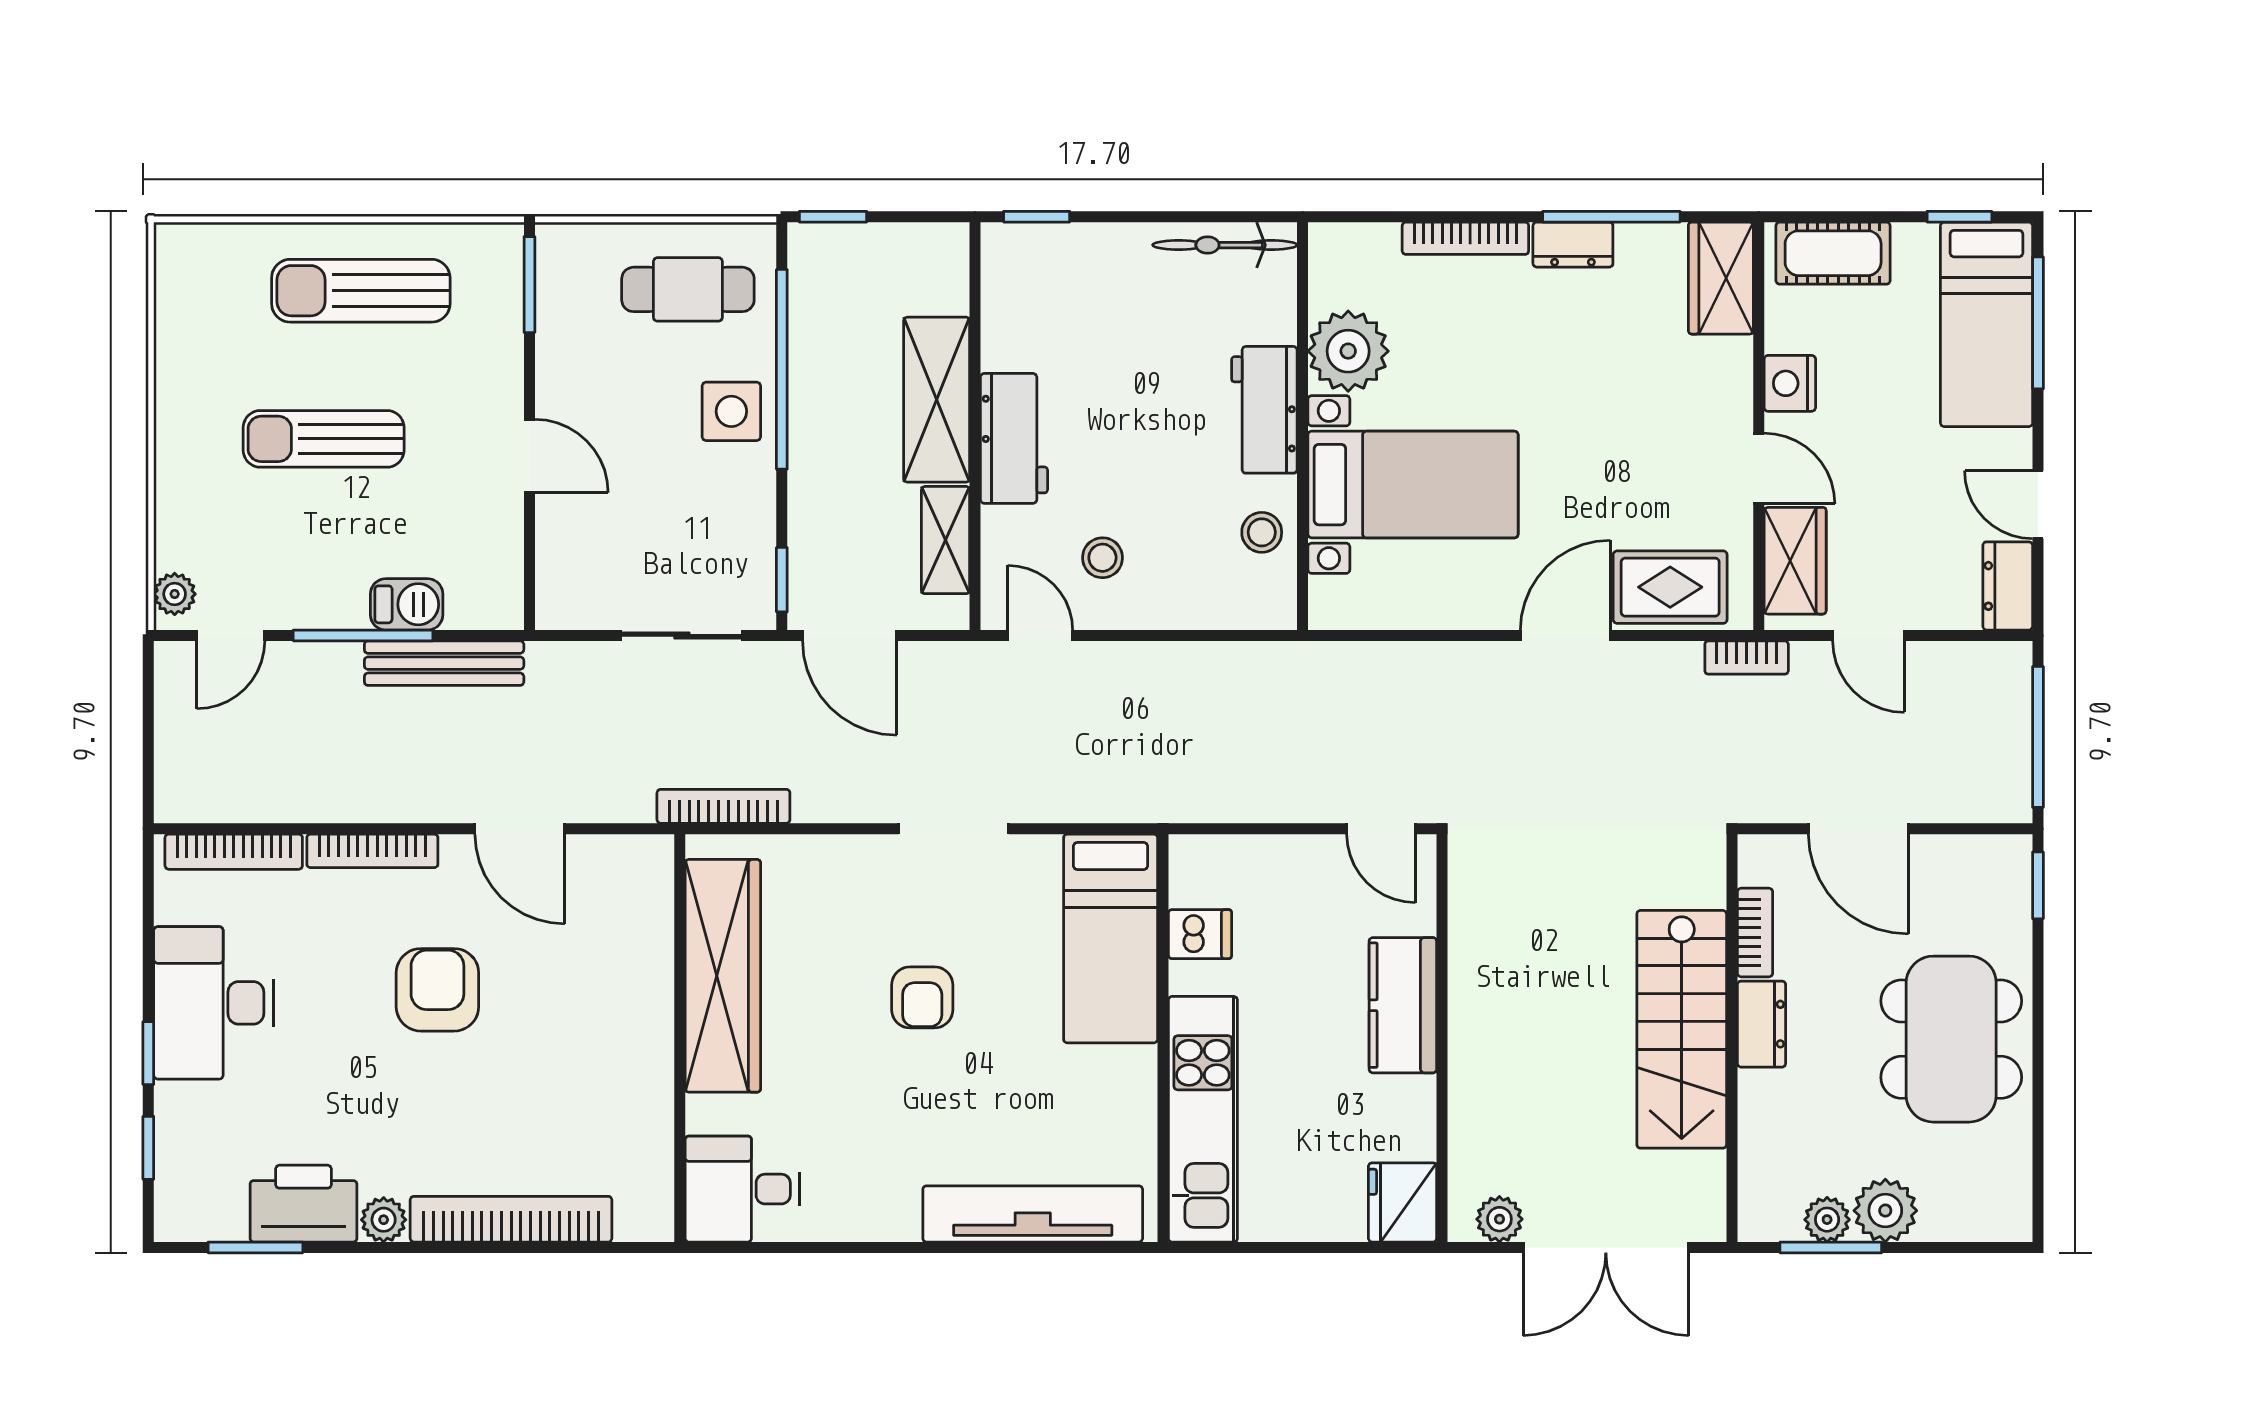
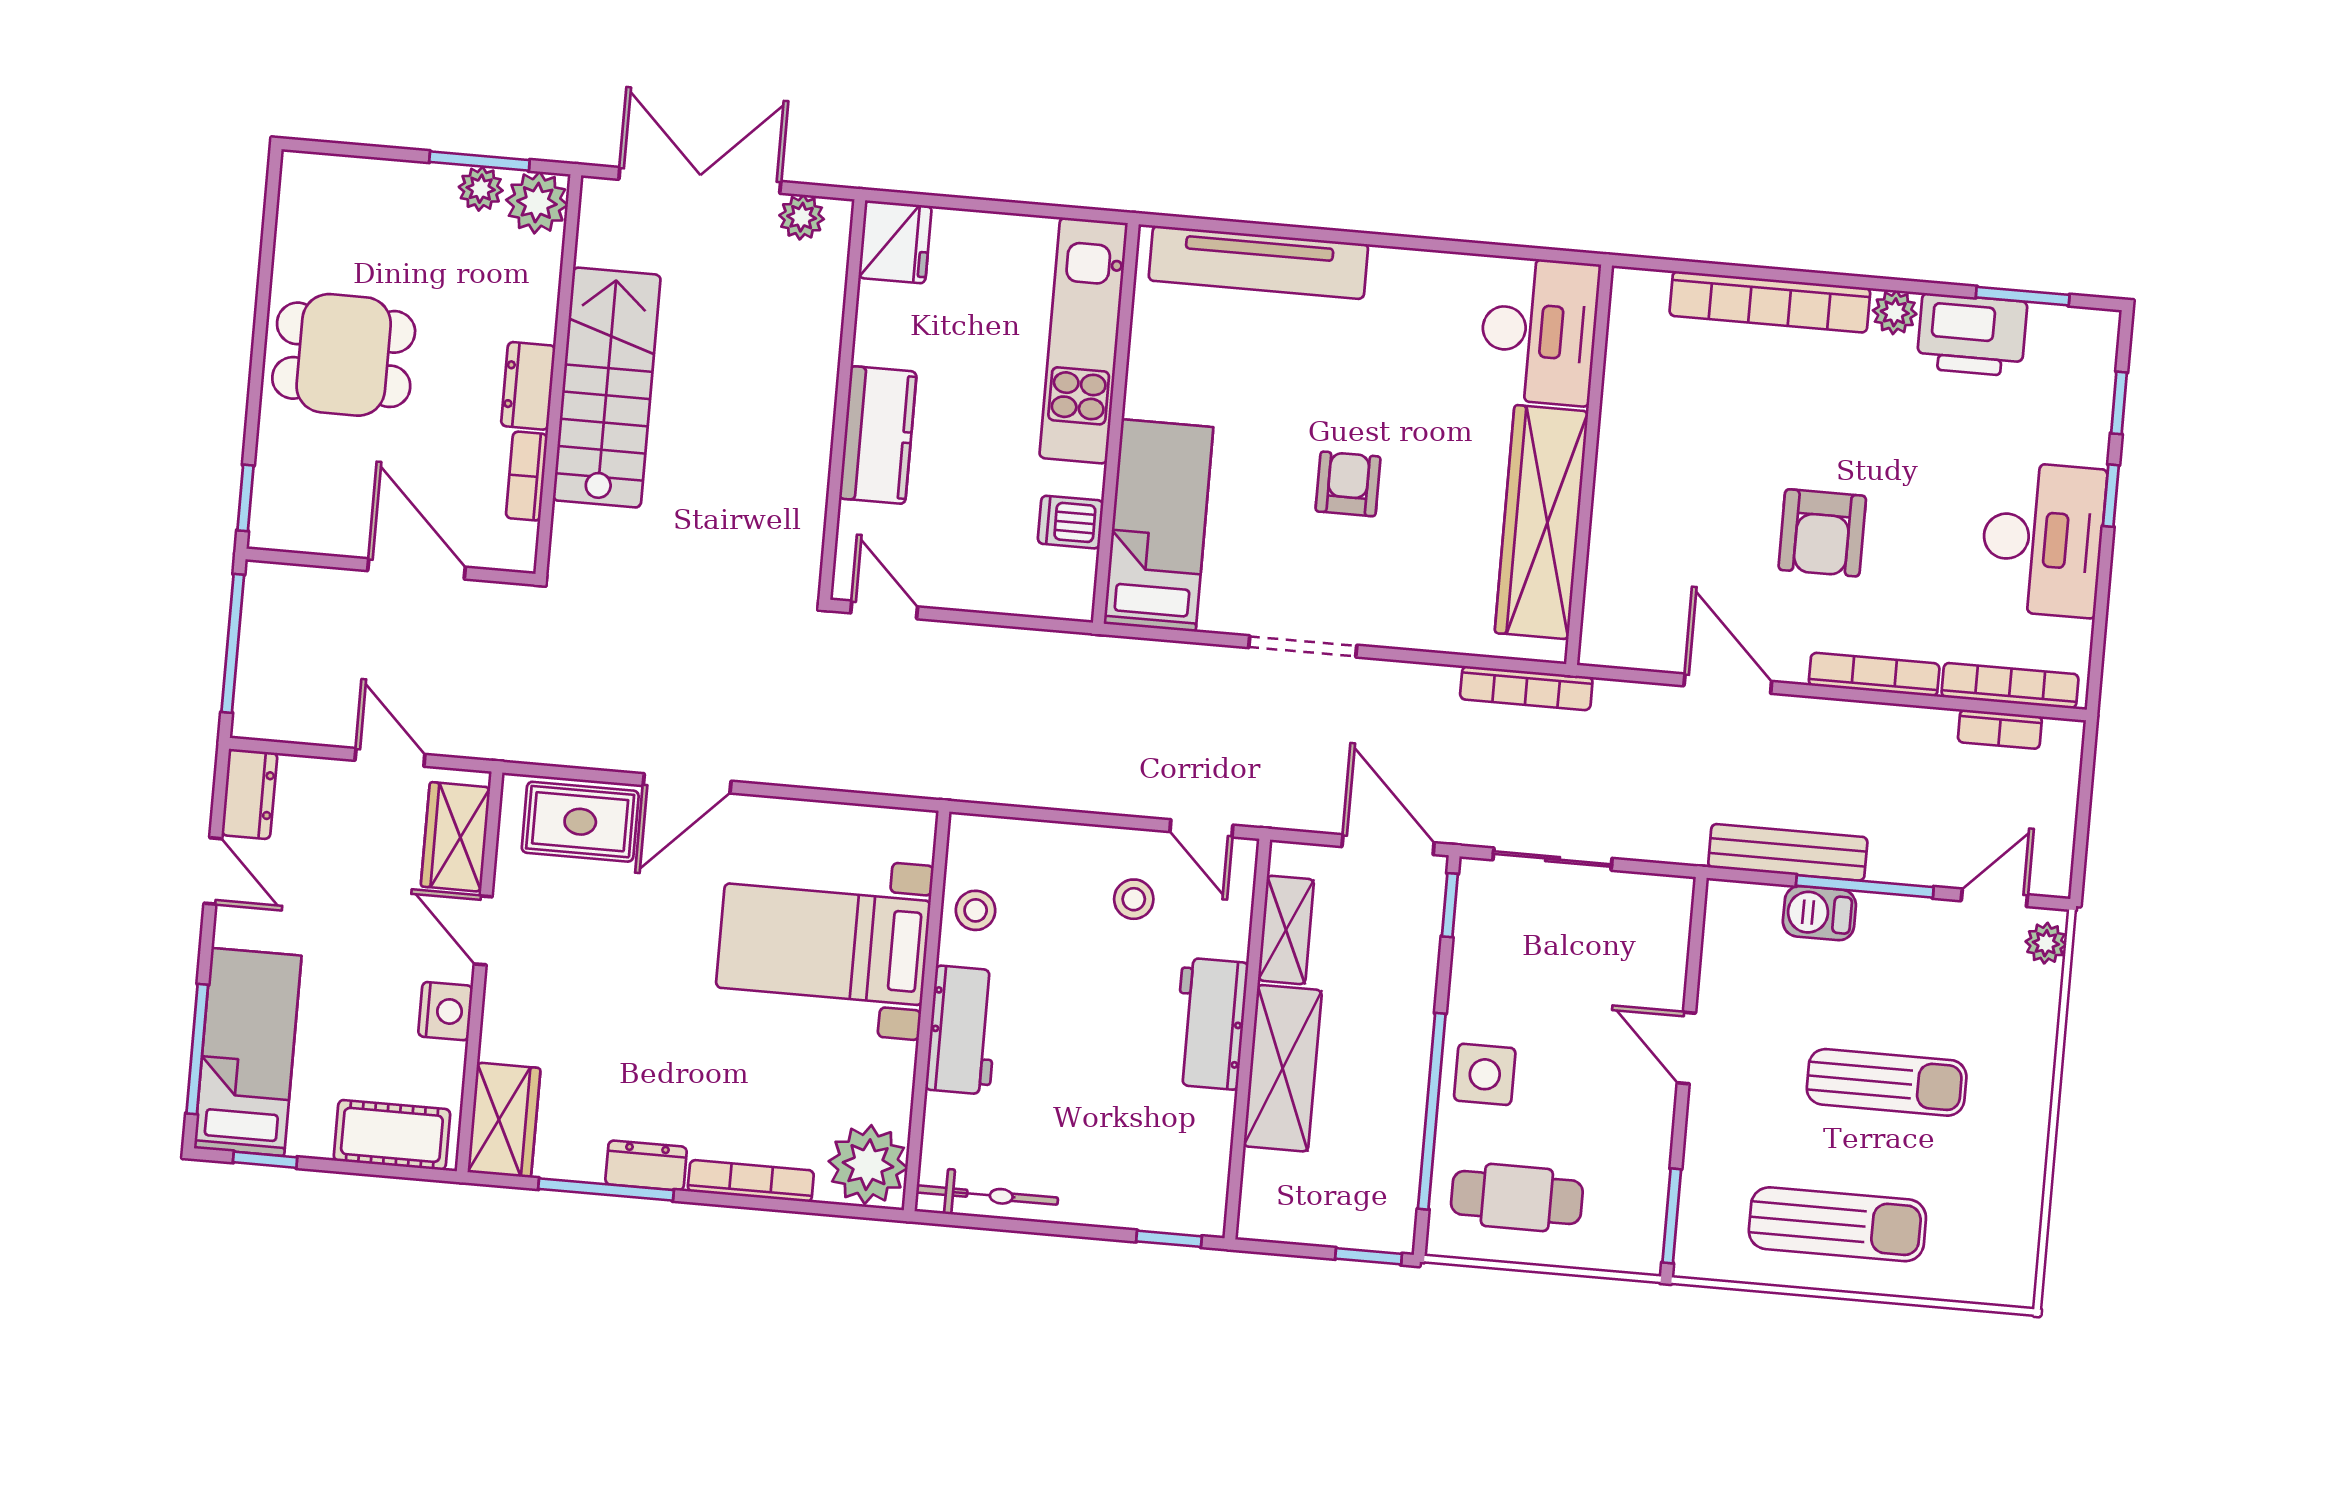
plant: (1348, 351) -> (868, 1165), moved
bookcase: (1747, 658) -> (2000, 729), moved, turned 180
dining table: (1951, 1039) -> (344, 355), width x0.73
desk: (742, 1189) -> (1539, 331), width x1.37
plant: (1885, 1211) -> (537, 203), moved

